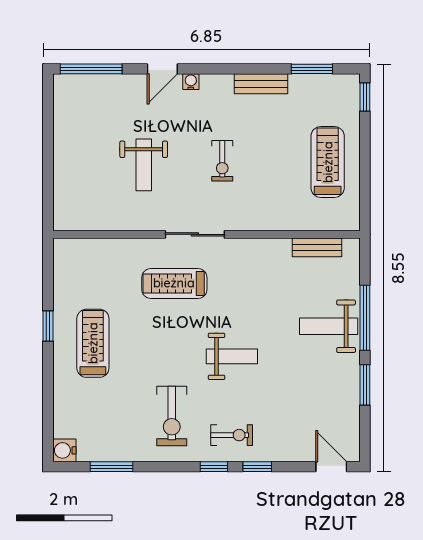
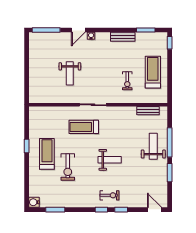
exercise bike: (222, 161) -> (127, 81), moved
weight bench: (329, 326) -> (153, 146), turned 90
exercise bike: (172, 416) -> (68, 167), moved

